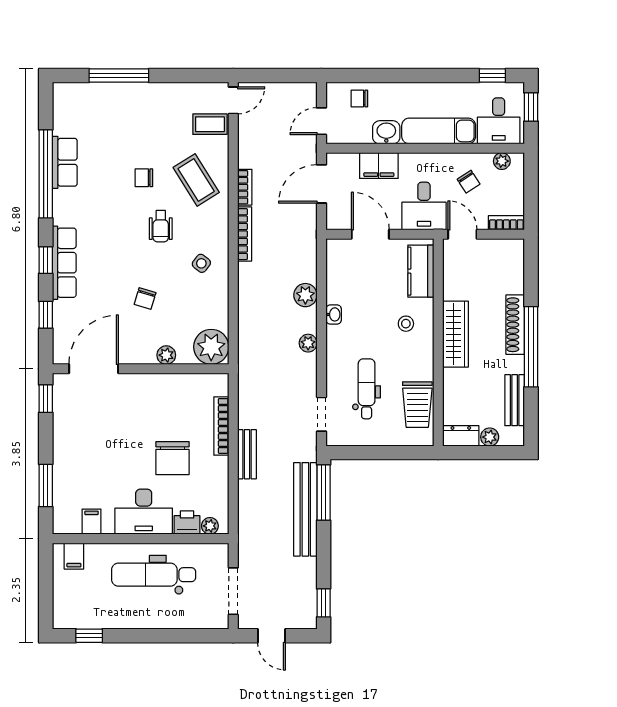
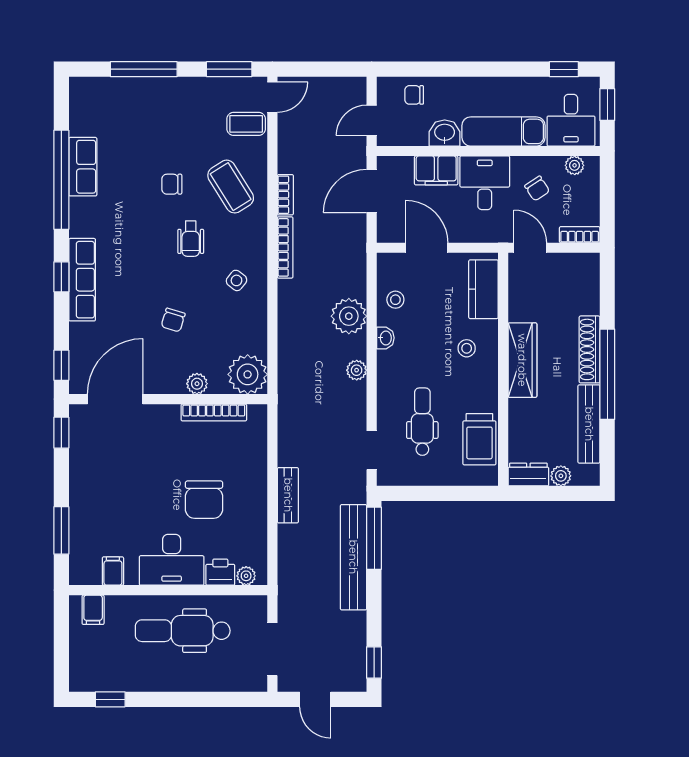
window: (195, 76) -> (229, 69), added
desk: (424, 206) -> (485, 183), moved, turned 180
stool: (343, 280) -> (395, 300), added
plant: (305, 295) -> (349, 316), width x1.36, depth x1.36
window: (46, 315) -> (61, 365), moved
bench: (515, 400) -> (589, 424), width x1.36
bookcase: (221, 426) -> (214, 412), moved, turned -90

